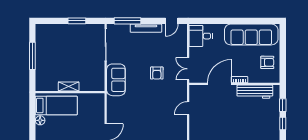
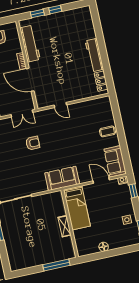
window: (32, 56) -> (56, 265), moved
sofa: (116, 80) -> (62, 178), moved
bed: (56, 105) -> (77, 208), moved, turned 180

